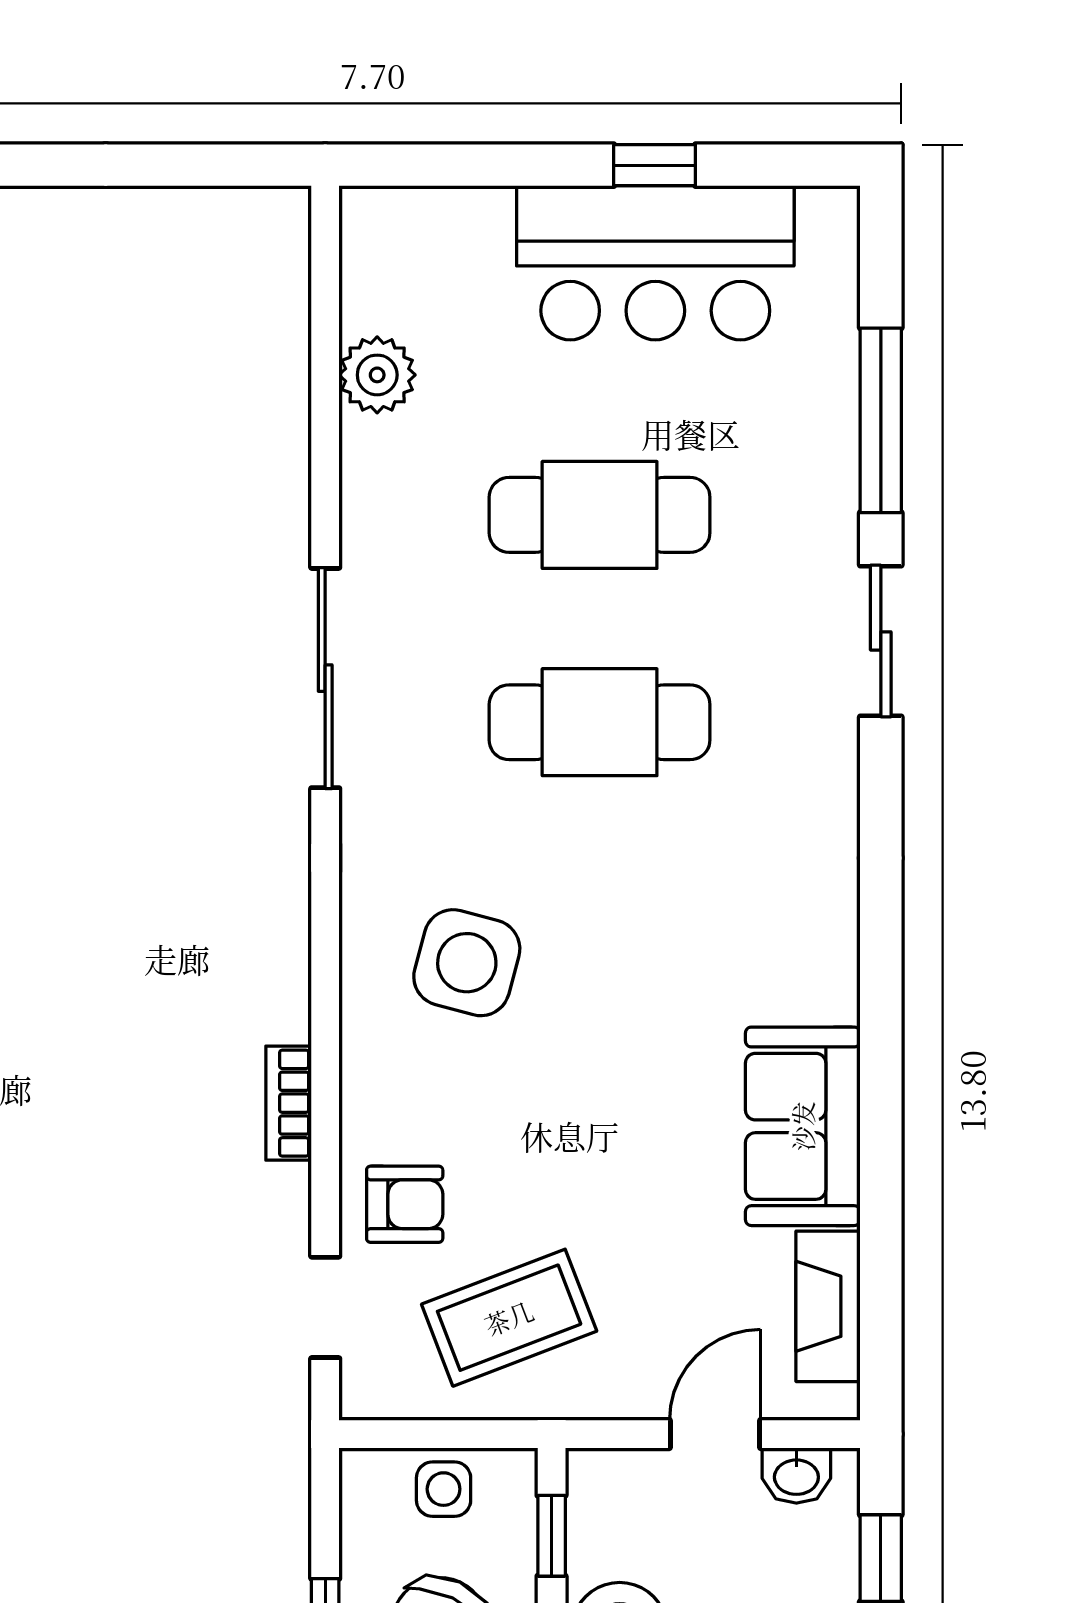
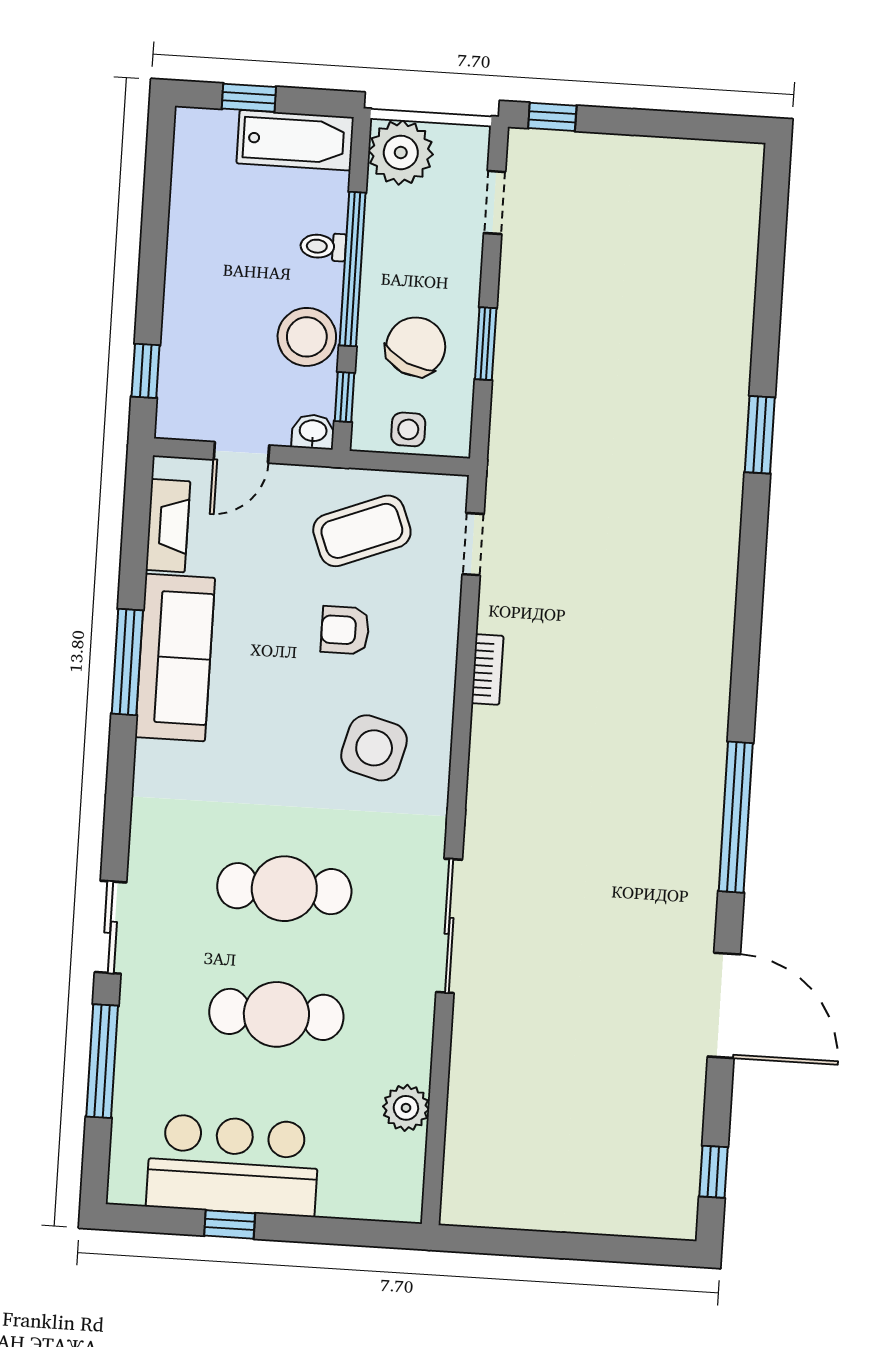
window: (881, 1078) -> (127, 662), added
sofa: (803, 1126) -> (175, 657), width x1.36
armchair: (405, 1204) -> (345, 630), moved
washbasin: (796, 1476) -> (313, 432), moved

